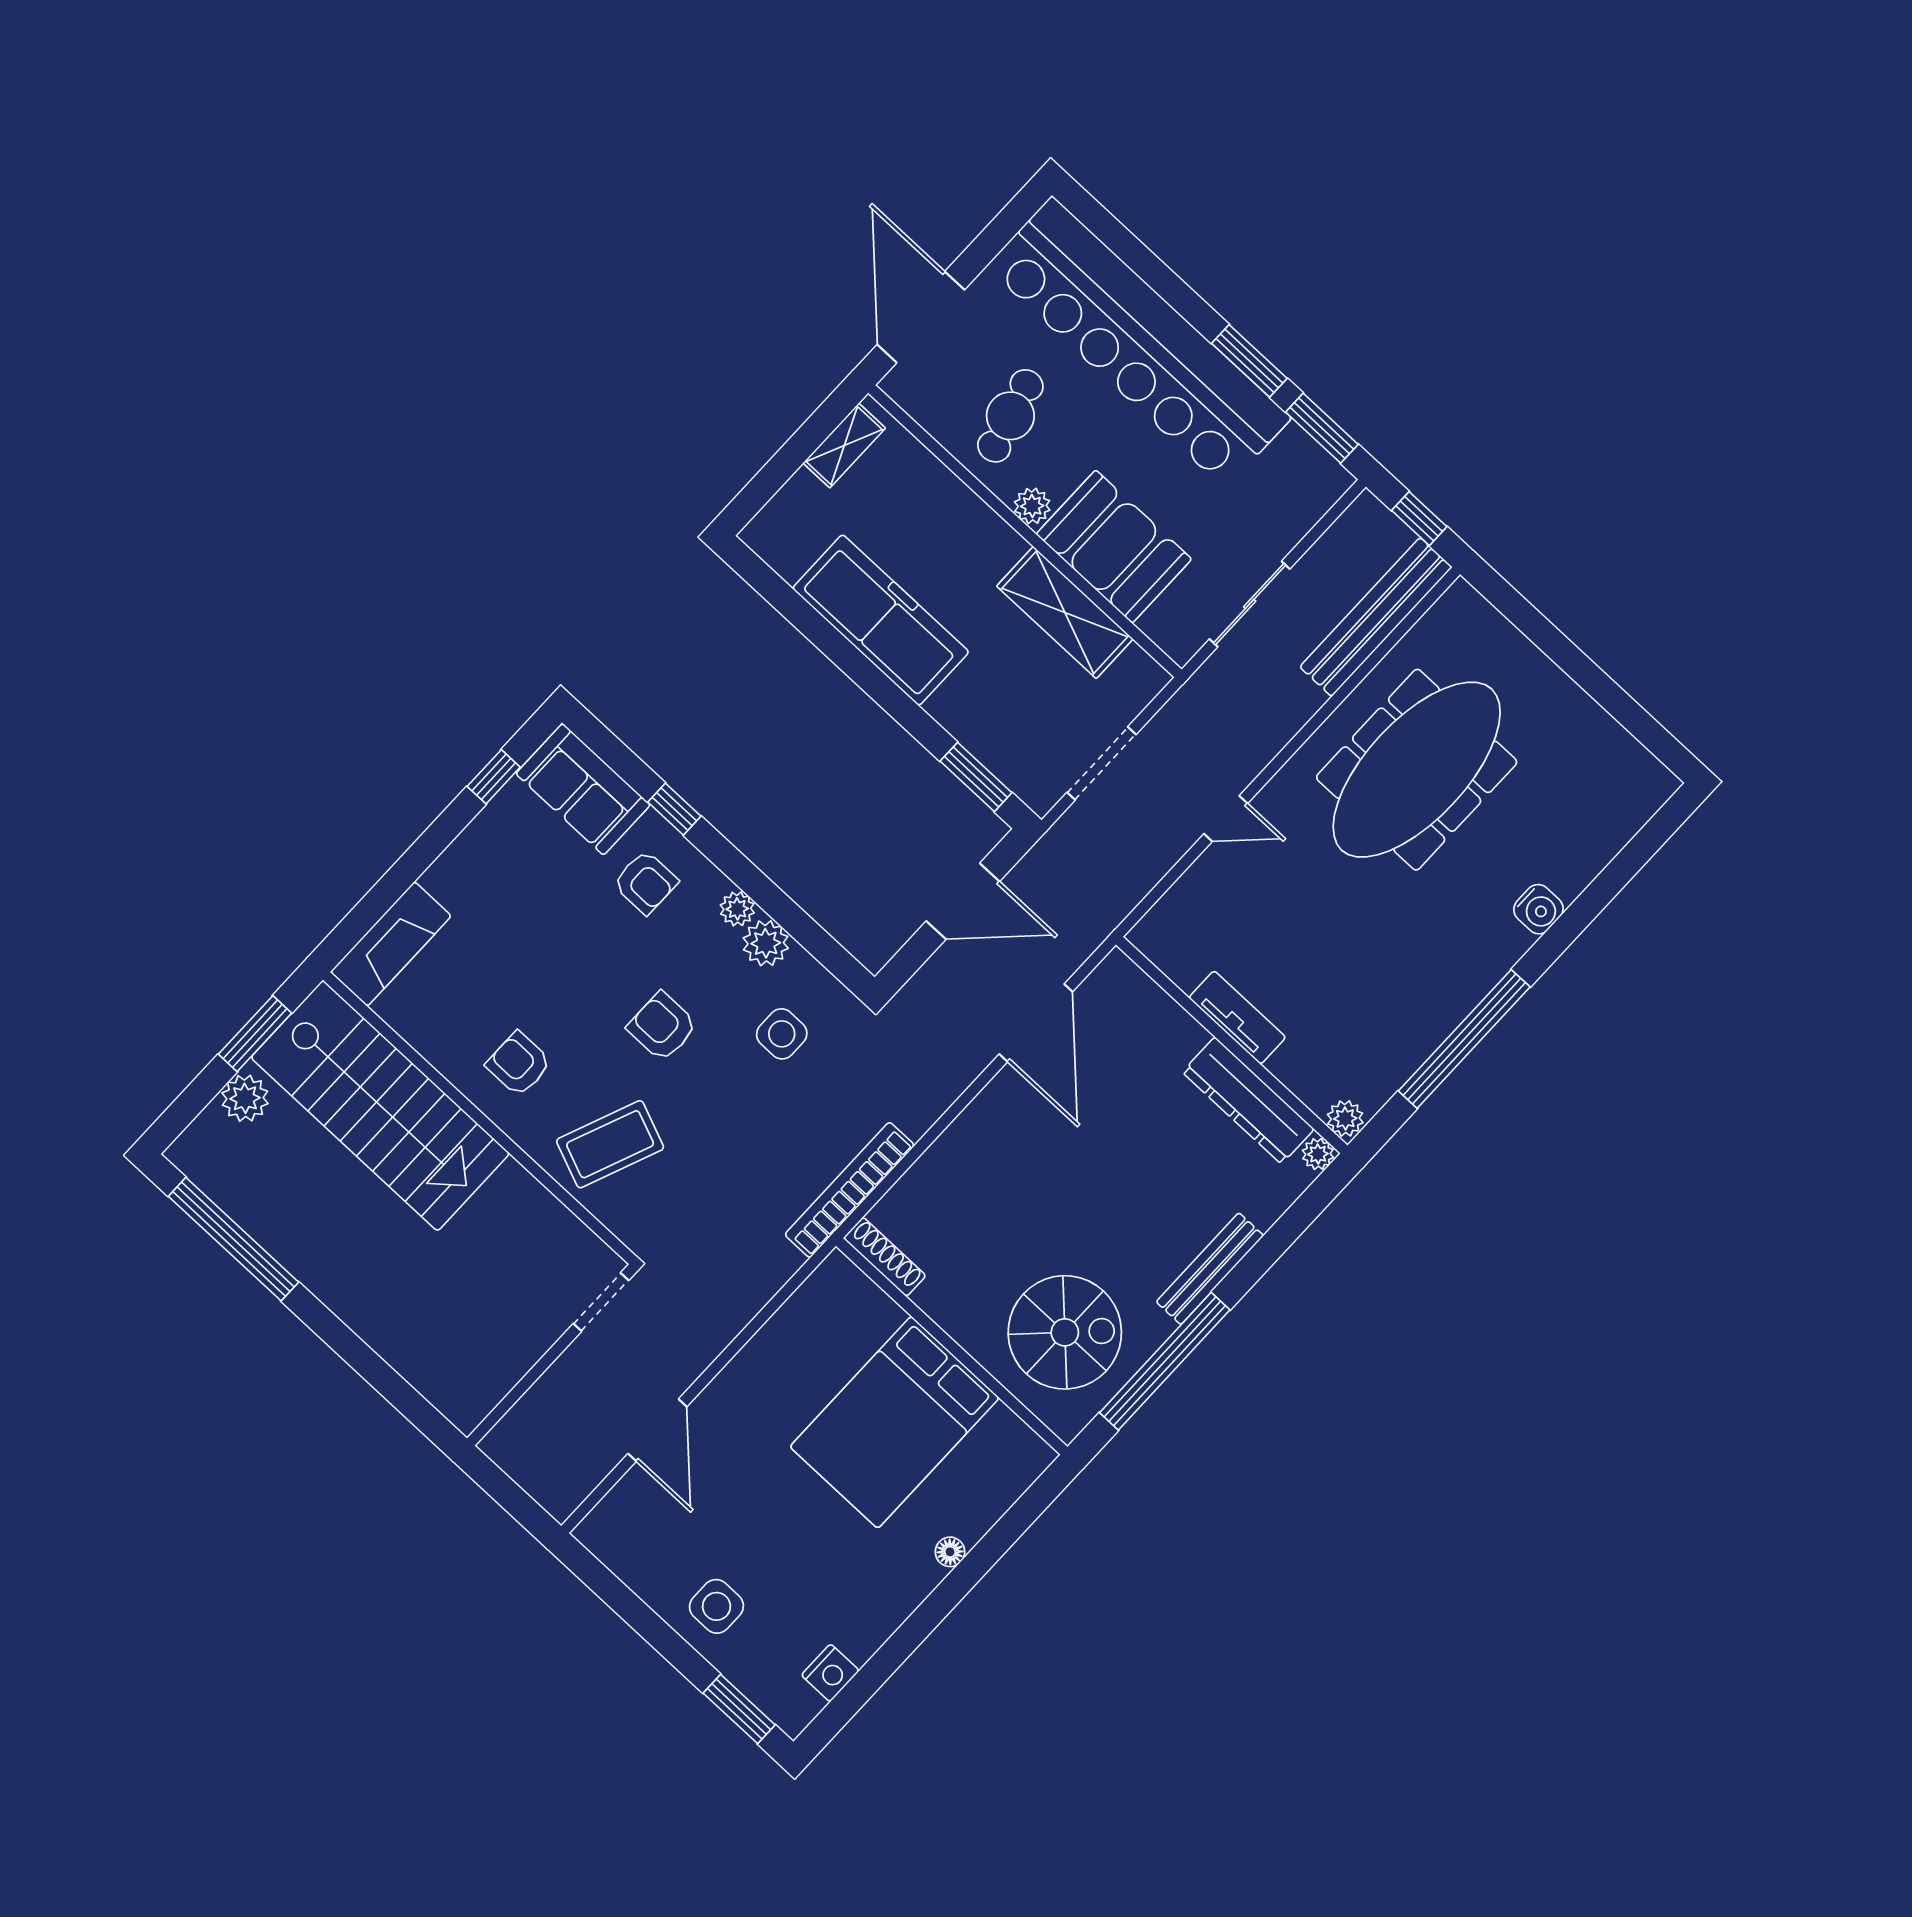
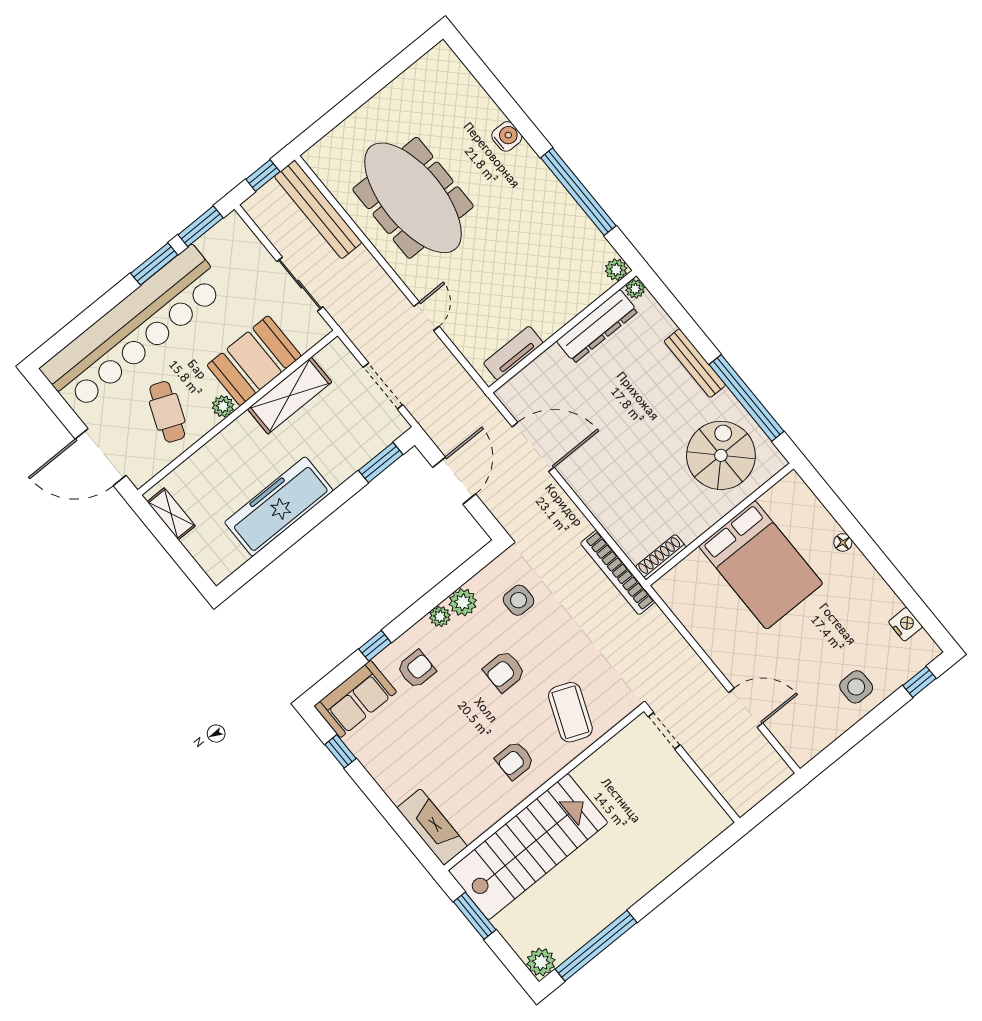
cafe table: (1010, 416) -> (167, 412), turned 37
tv unit: (1237, 1017) -> (513, 353), moved
plant: (245, 1098) -> (541, 962), moved
window: (739, 1709) -> (919, 682), width x0.67

